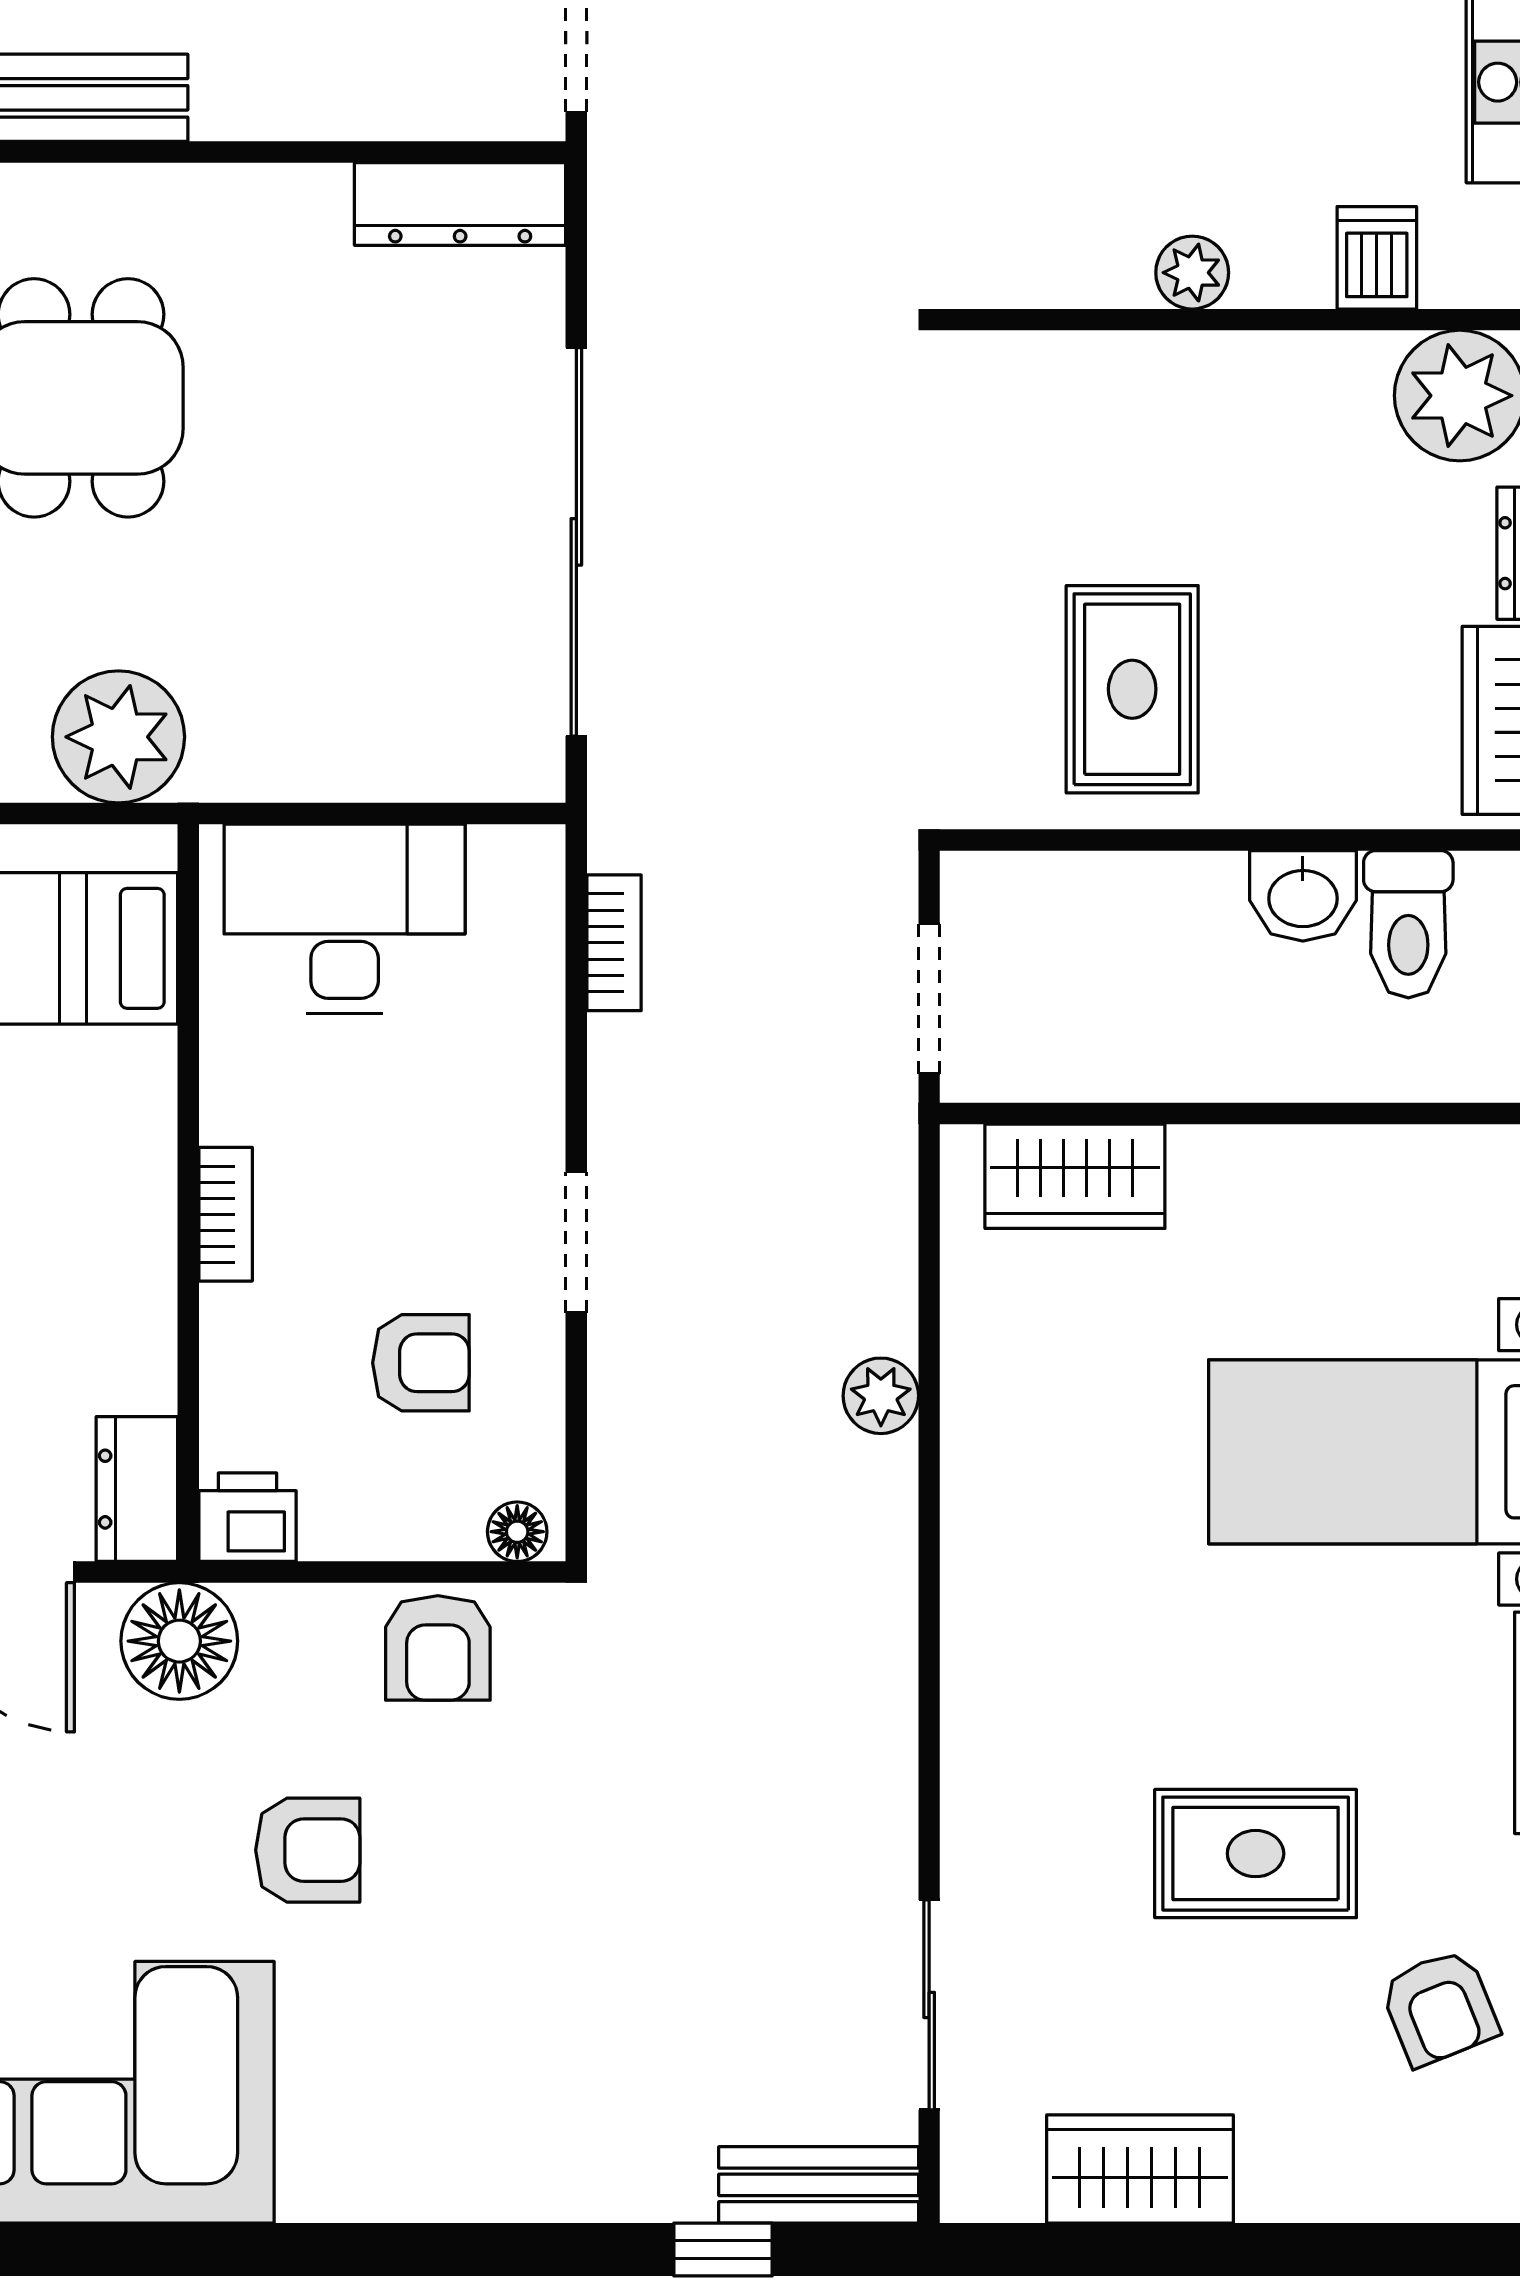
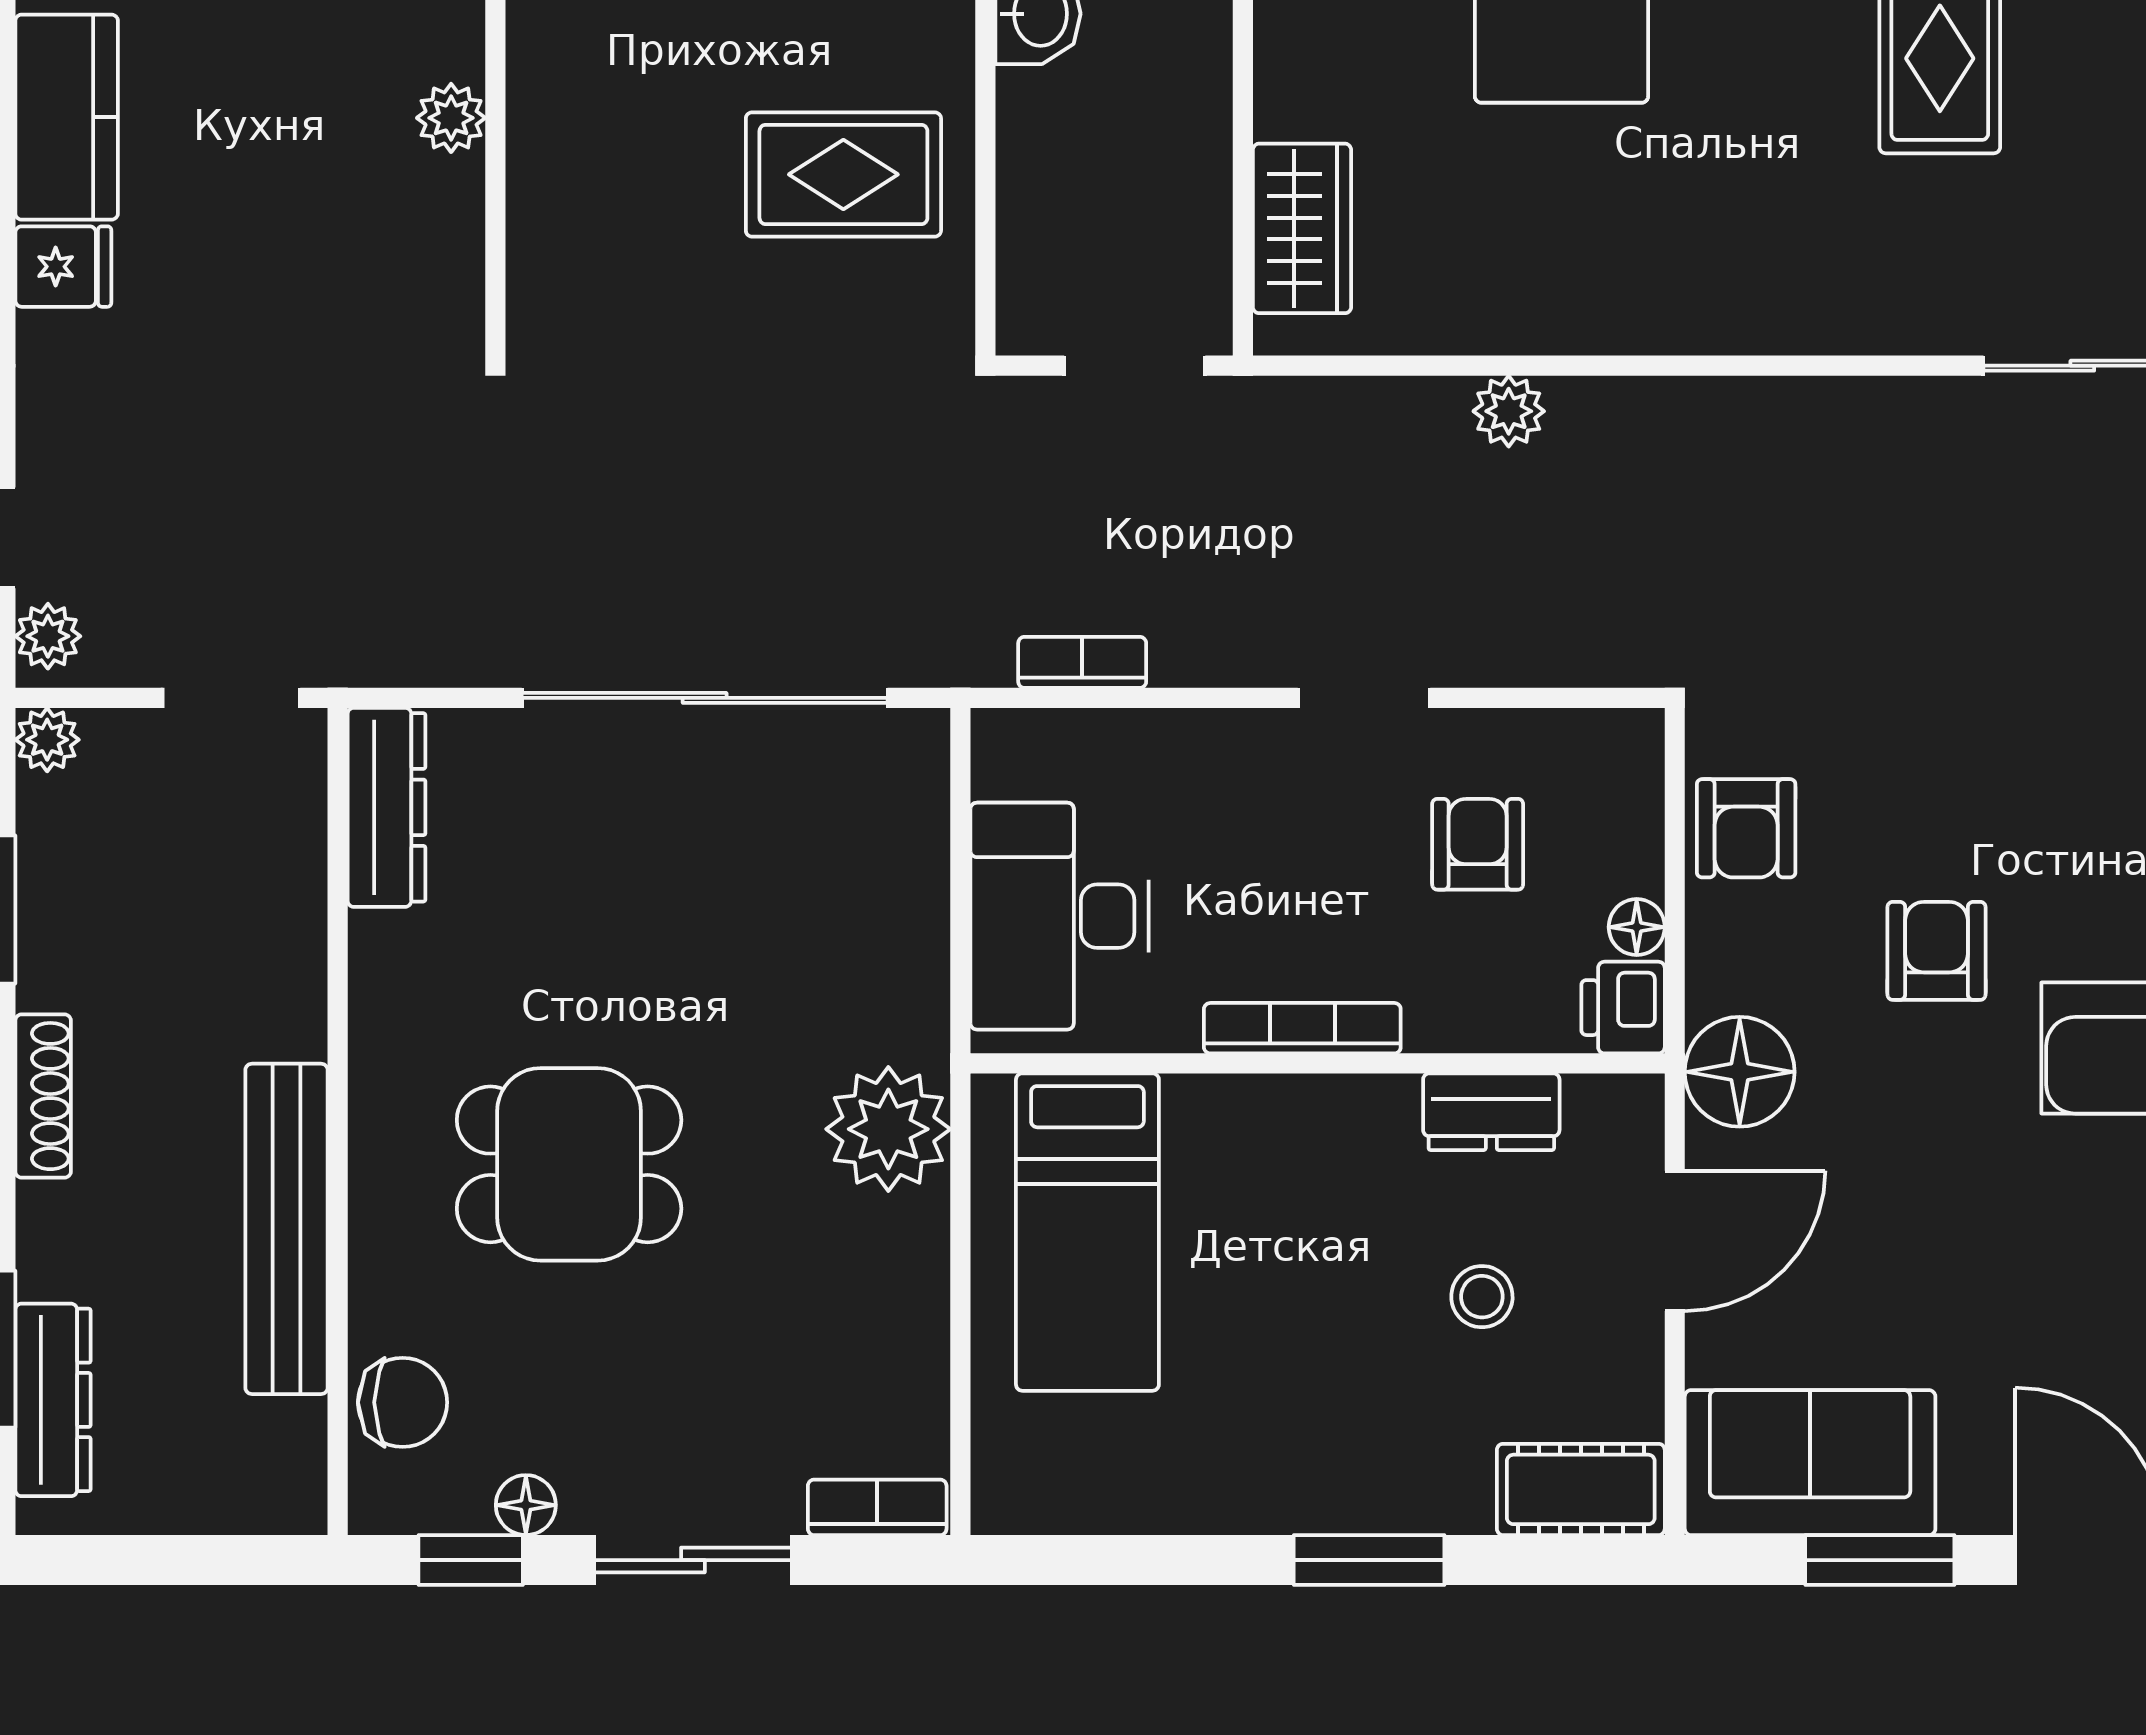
bookcase: (226, 1214) -> (1302, 1028), width x1.56
dresser: (137, 1489) -> (1491, 1112), moved
floor lamp: (517, 1532) -> (1637, 927), moved
armchair: (438, 1648) -> (1746, 828), turned 90

